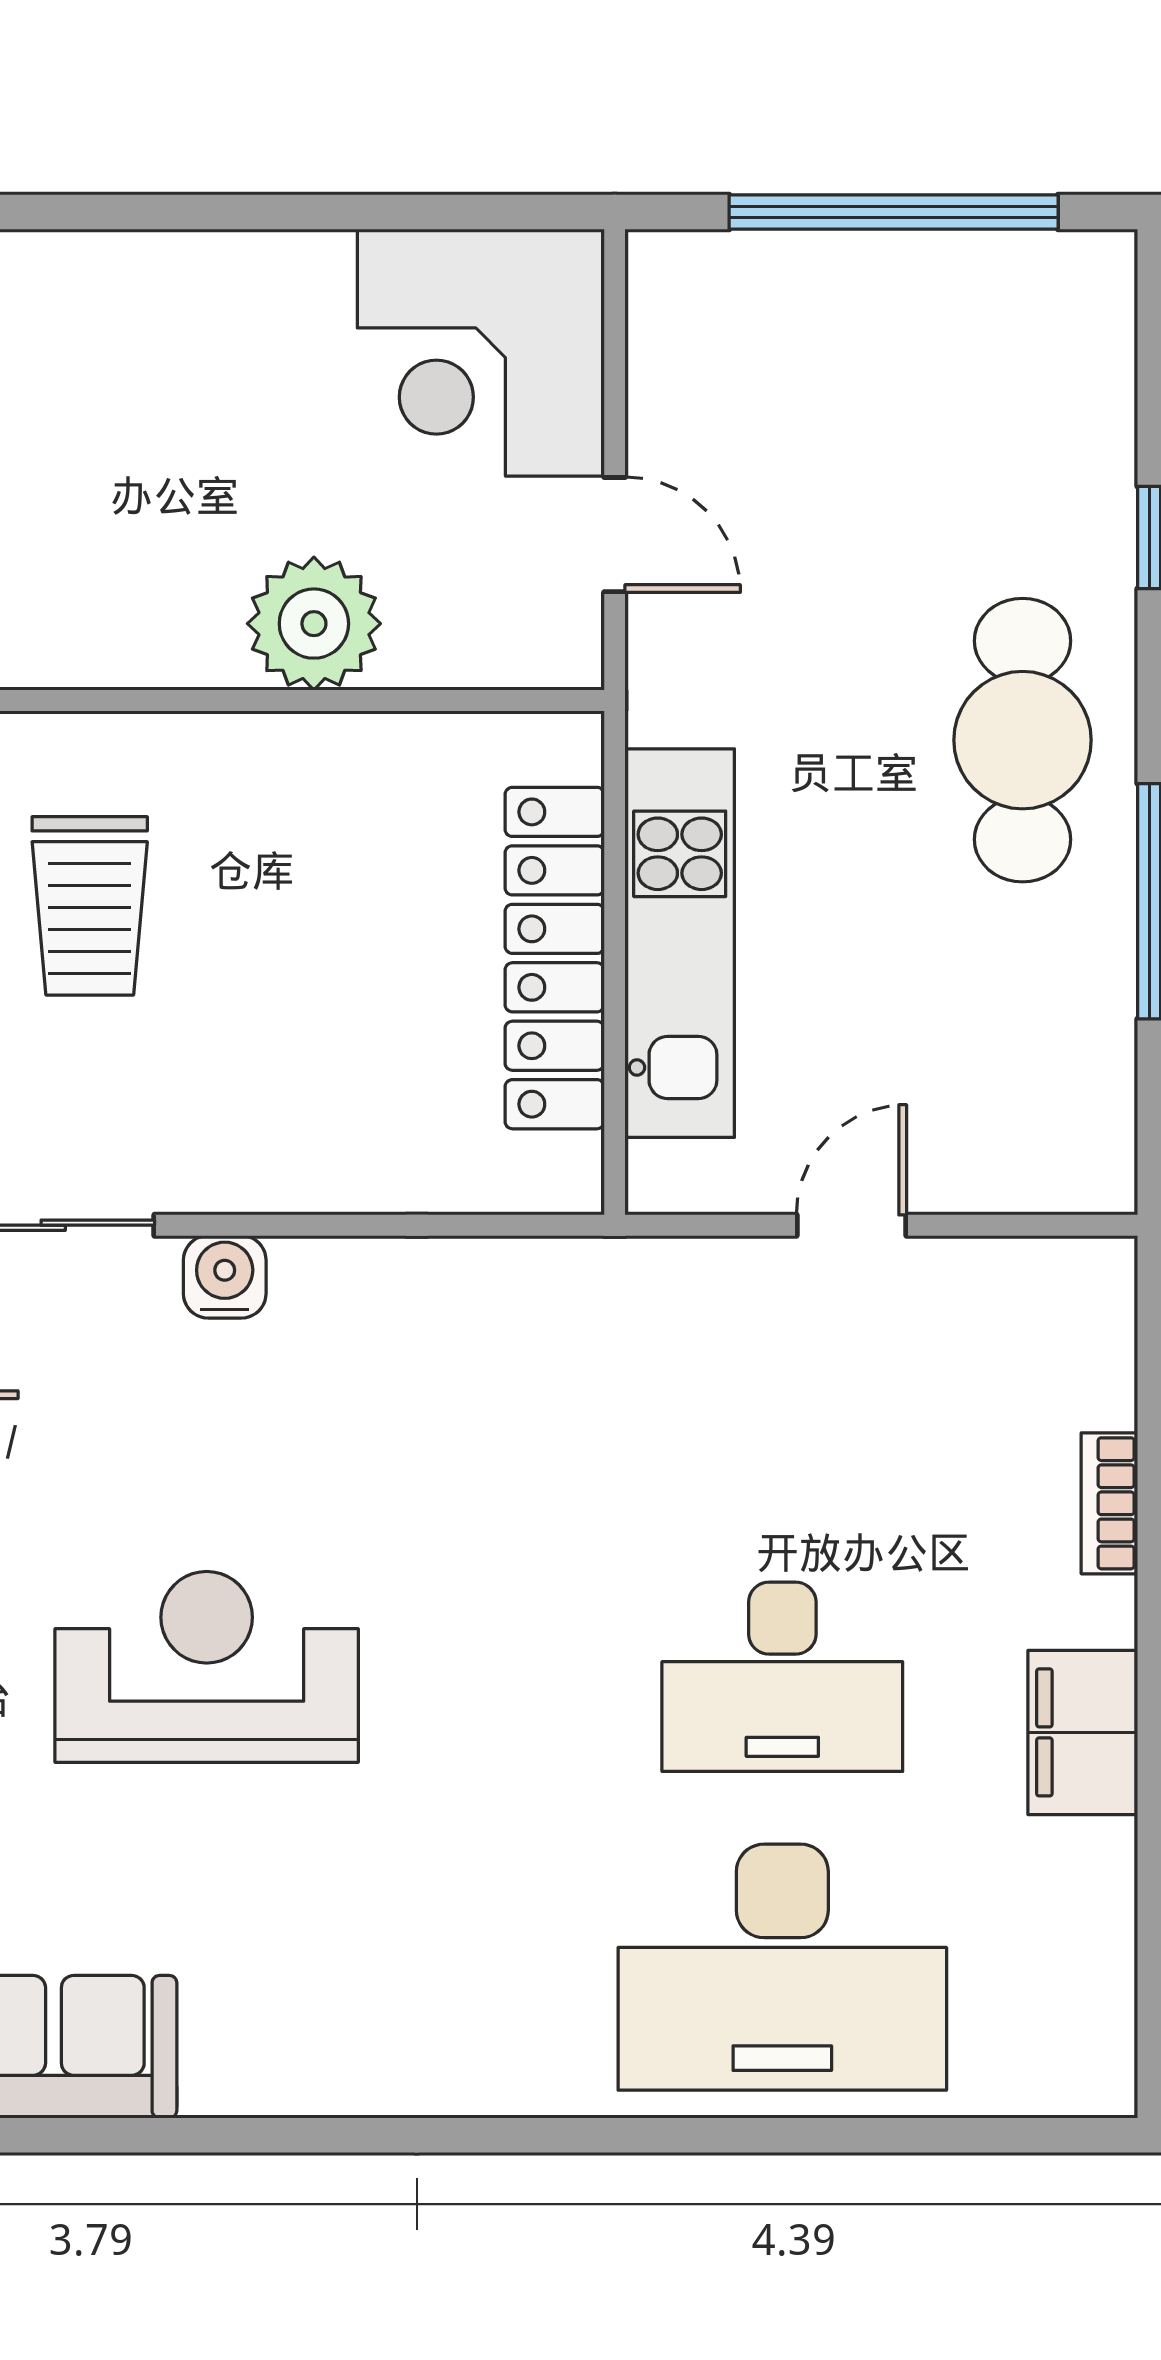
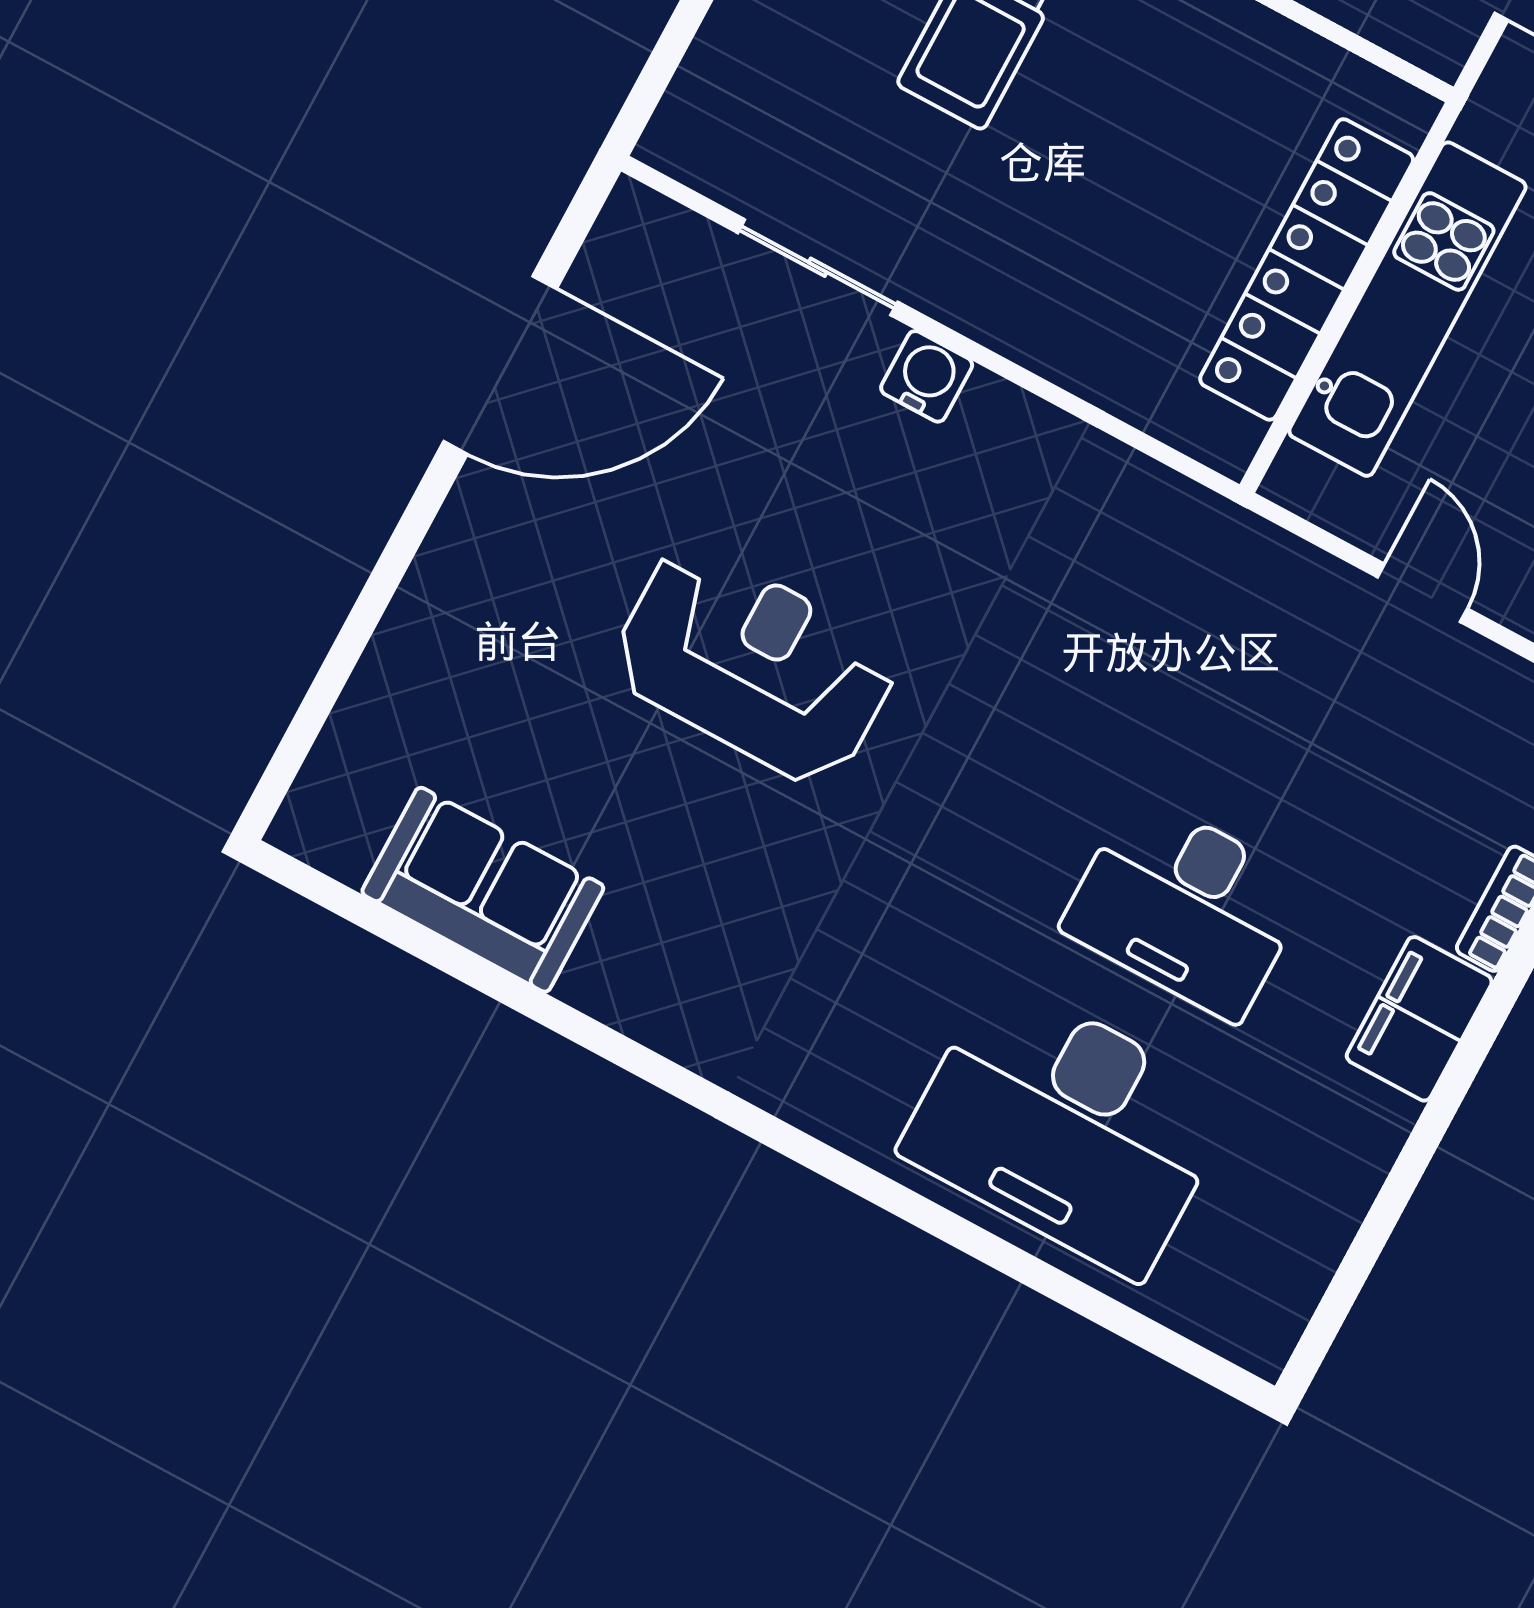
door: (851, 1225) -> (1422, 593), hinge flipped
filing cabinet: (1083, 1732) -> (1419, 1019), moved

